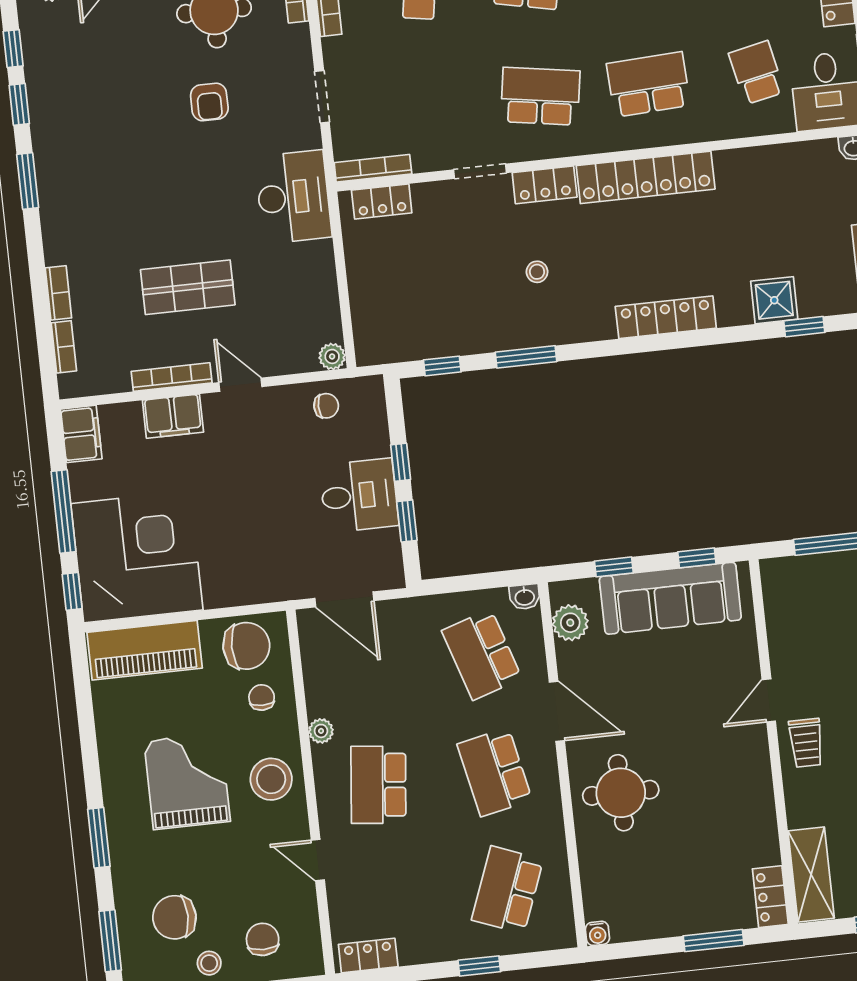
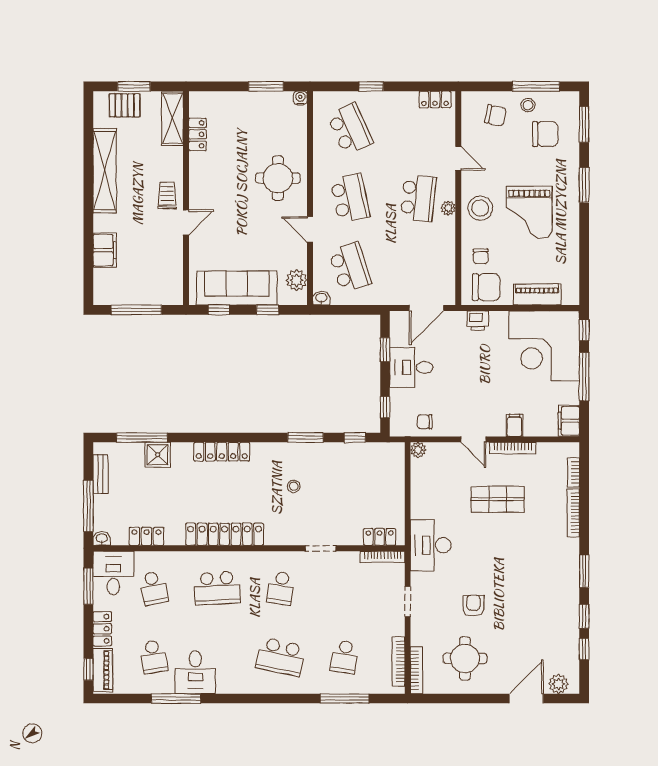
school desk: (540, 96) -> (281, 588), width x0.54
locker: (545, 185) -> (146, 536), moved
bookcase: (58, 293) -> (573, 513), width x1.56
window: (804, 327) -> (142, 438), width x2.17
filing cabinet: (173, 416) -> (514, 425), width x0.50
window: (401, 462) -> (385, 407), moved
printer: (255, 588) -> (478, 321), added
door: (344, 599) -> (426, 308), swing flipped
chair: (246, 646) -> (486, 287), turned 180
piano: (145, 650) -> (537, 295), width x0.73, depth x0.75
door: (557, 711) -> (310, 229), width x0.73
plant: (321, 731) -> (448, 208), moved
school desk: (507, 890) -> (350, 129), turned -45
locker: (770, 897) -> (198, 134), moved
chair: (263, 939) -> (495, 115), turned -78
window: (714, 941) -> (266, 86), moved

